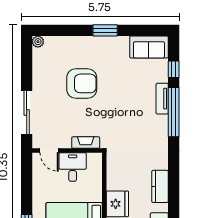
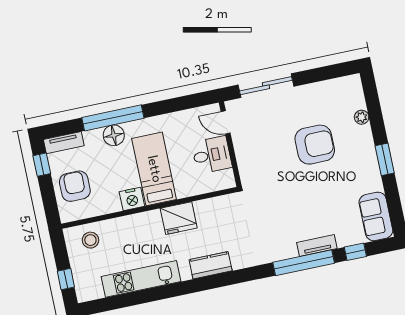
plant: (38, 42) -> (362, 117), moved
armchair: (82, 83) -> (315, 145), turned -90
fireplace: (86, 143) -> (245, 165), removed
door: (49, 151) -> (226, 122), hinge flipped

